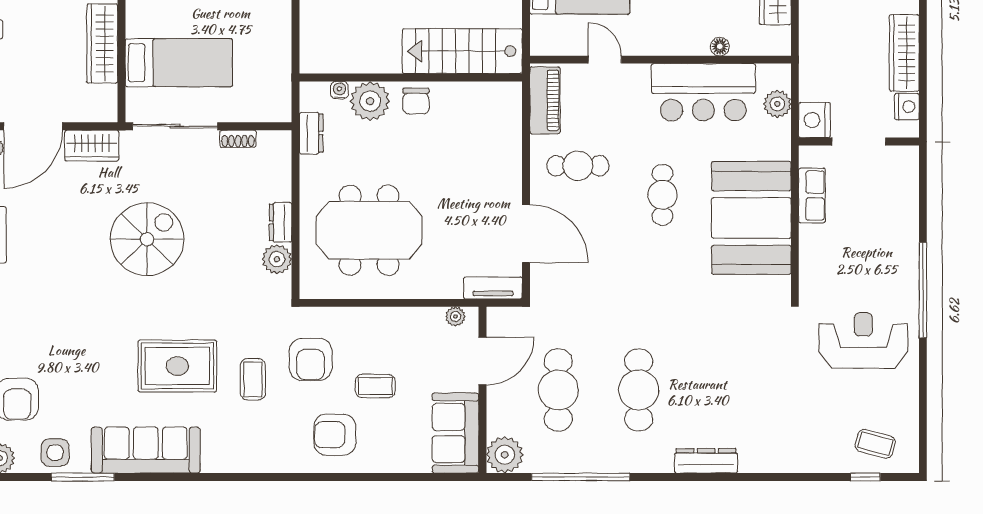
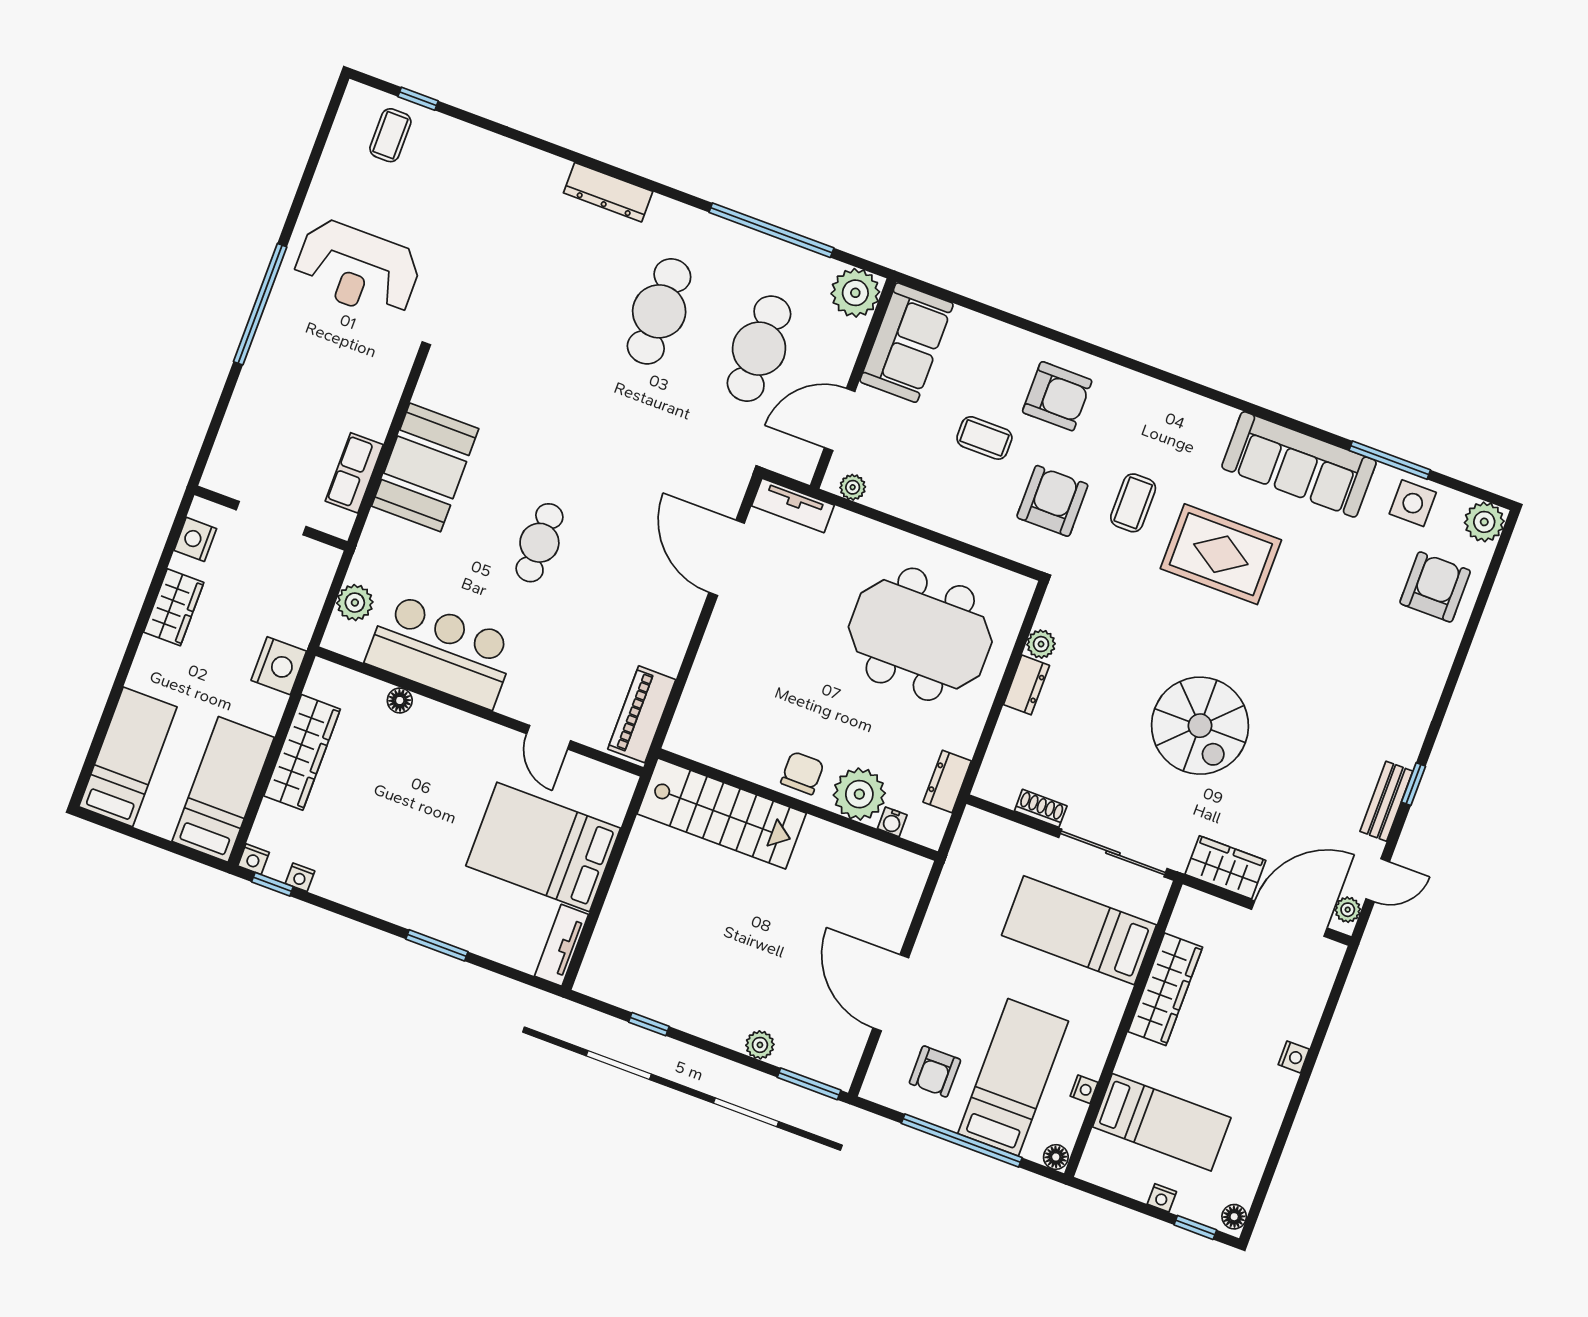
wardrobe: (904, 53) -> (174, 607), width x0.67
nightstand: (815, 120) -> (279, 666), moved
cafe table: (578, 166) -> (631, 618), removed
booth: (751, 218) -> (425, 467), width x0.73, depth x0.70
spiral stairs: (147, 239) -> (1200, 726), turned -90
plant: (277, 259) -> (1041, 644), width x0.73, depth x0.73
coffee table: (875, 444) -> (390, 135), turned 75

